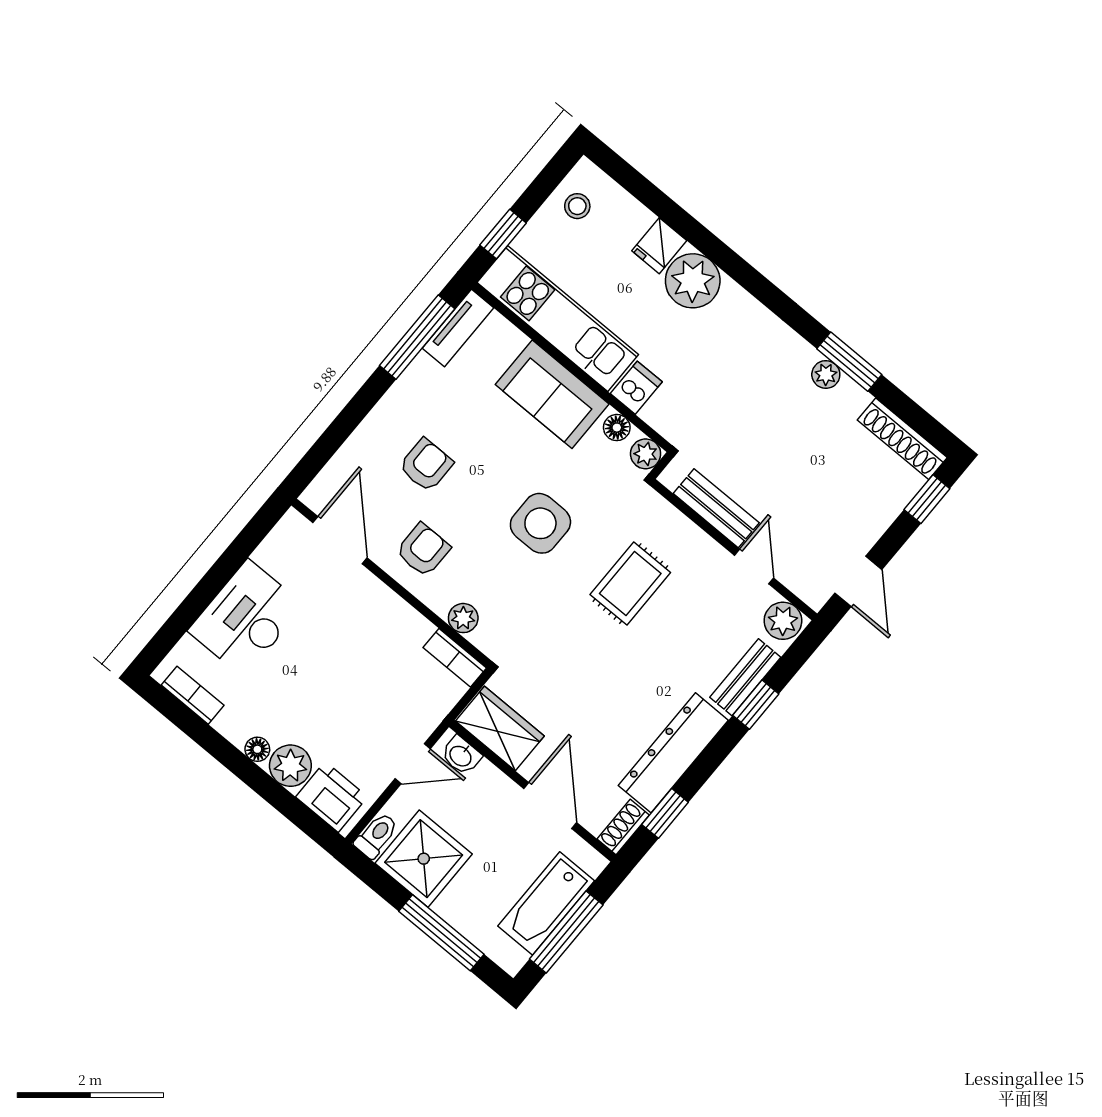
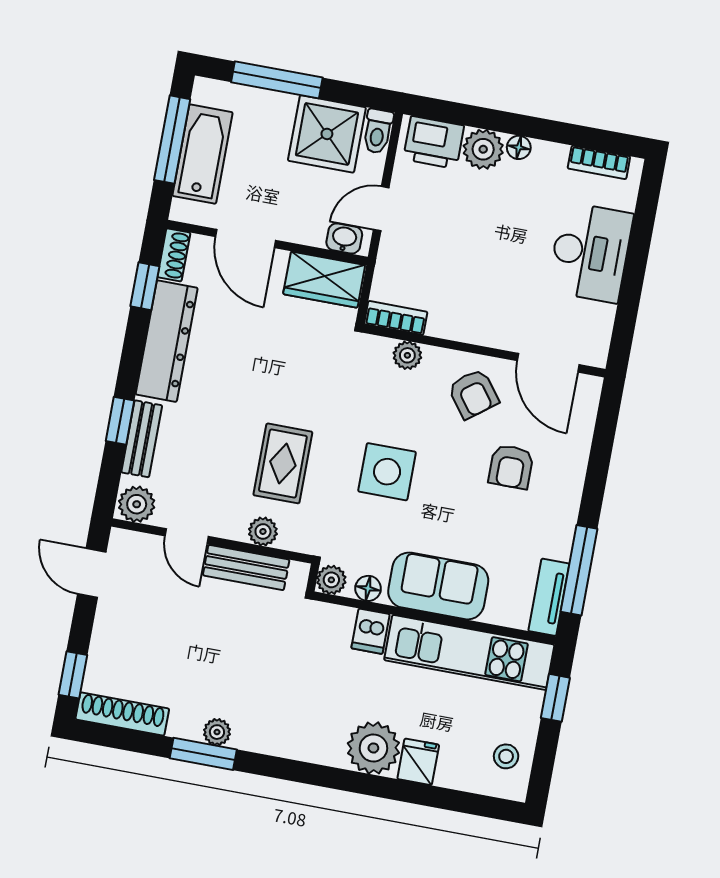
plant: (683, 532) -> (263, 531), added
armchair: (423, 550) -> (473, 394), turned -37

